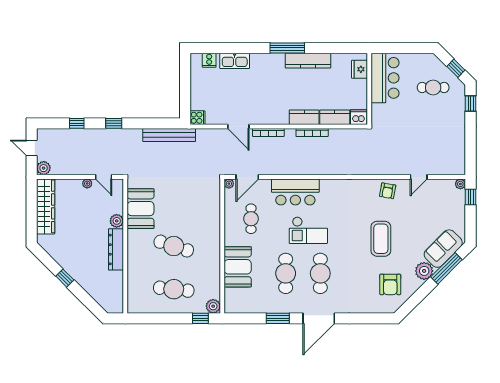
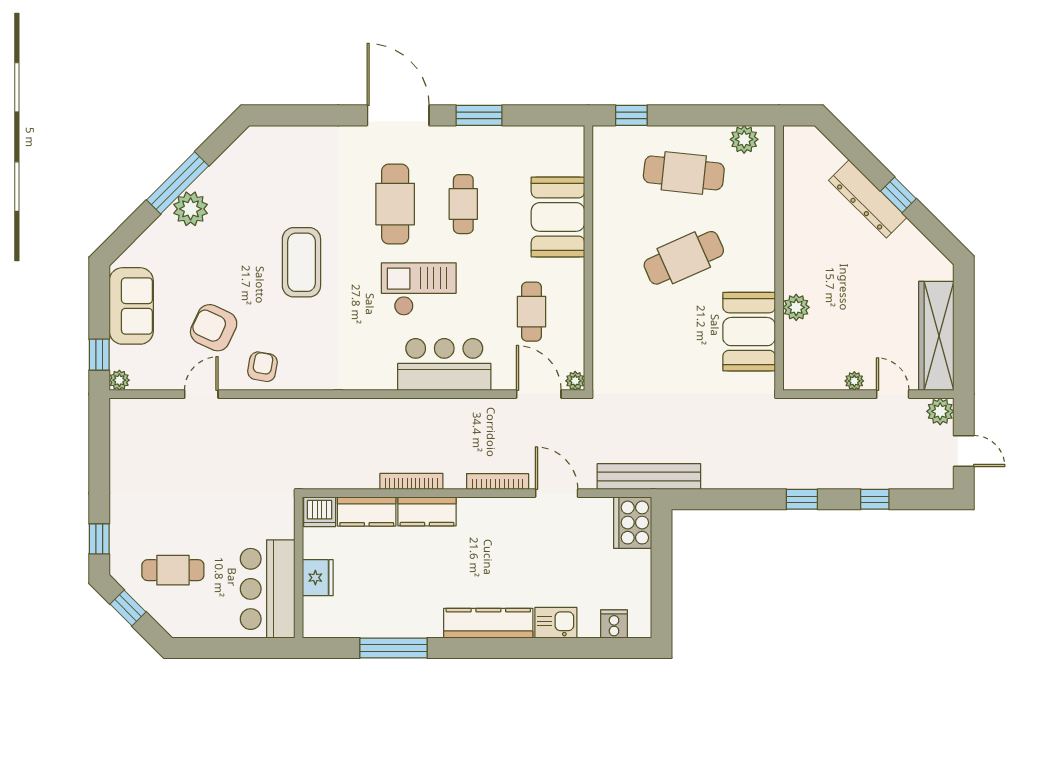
window: (287, 48) -> (394, 648), moved
kitchen sink: (235, 61) -> (556, 623), width x0.73
kitchen counter: (308, 61) -> (488, 623), moved
fridge: (360, 69) -> (318, 578), moved
cooker: (197, 118) -> (633, 523), width x1.87, depth x1.31
bench: (169, 135) -> (649, 477), moved
door: (104, 177) -> (893, 394), moved
door: (247, 177) -> (539, 394), hinge flipped
coffee table: (381, 239) -> (301, 262), moved
cafe table: (174, 246) -> (684, 258), turned -42
dresser: (116, 249) -> (868, 199), moved, turned 135
sofa: (443, 249) -> (131, 306), moved, turned -45
window: (446, 268) -> (178, 183), moved
cafe table: (286, 273) -> (463, 204), width x0.73, depth x0.74
armchair: (390, 284) -> (214, 328), moved, turned -65
plant: (213, 306) -> (744, 139), moved
door: (319, 318) -> (398, 115), hinge flipped

